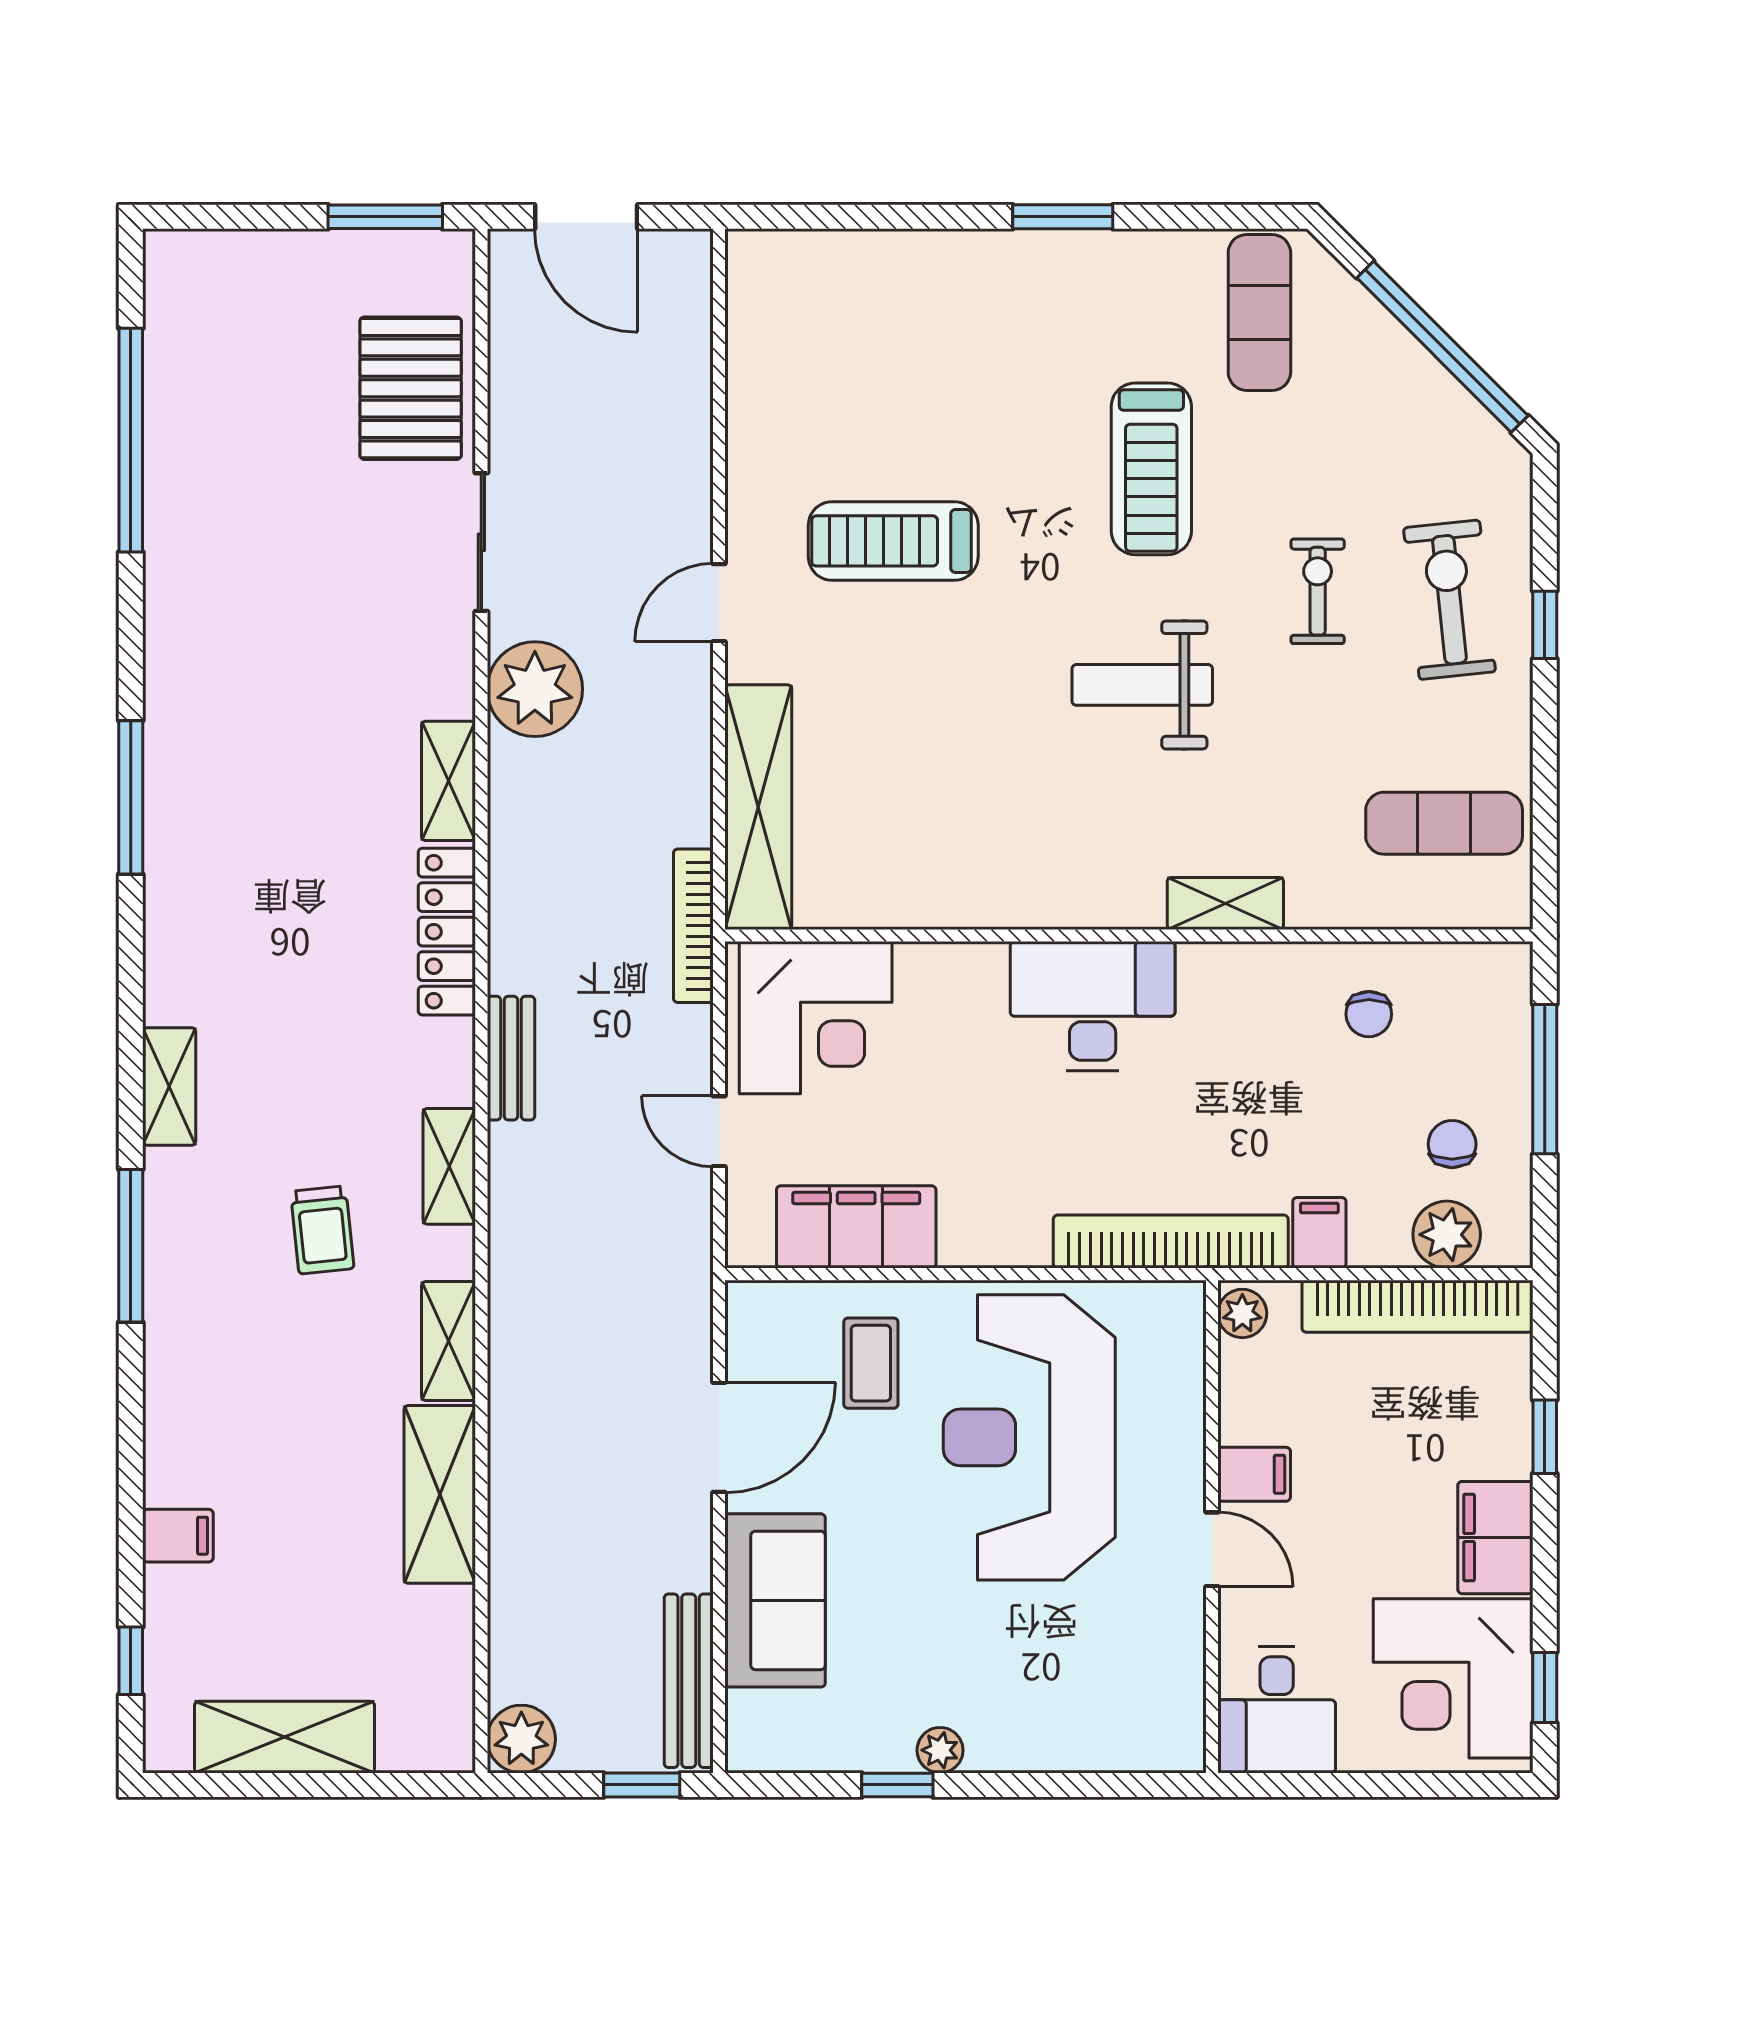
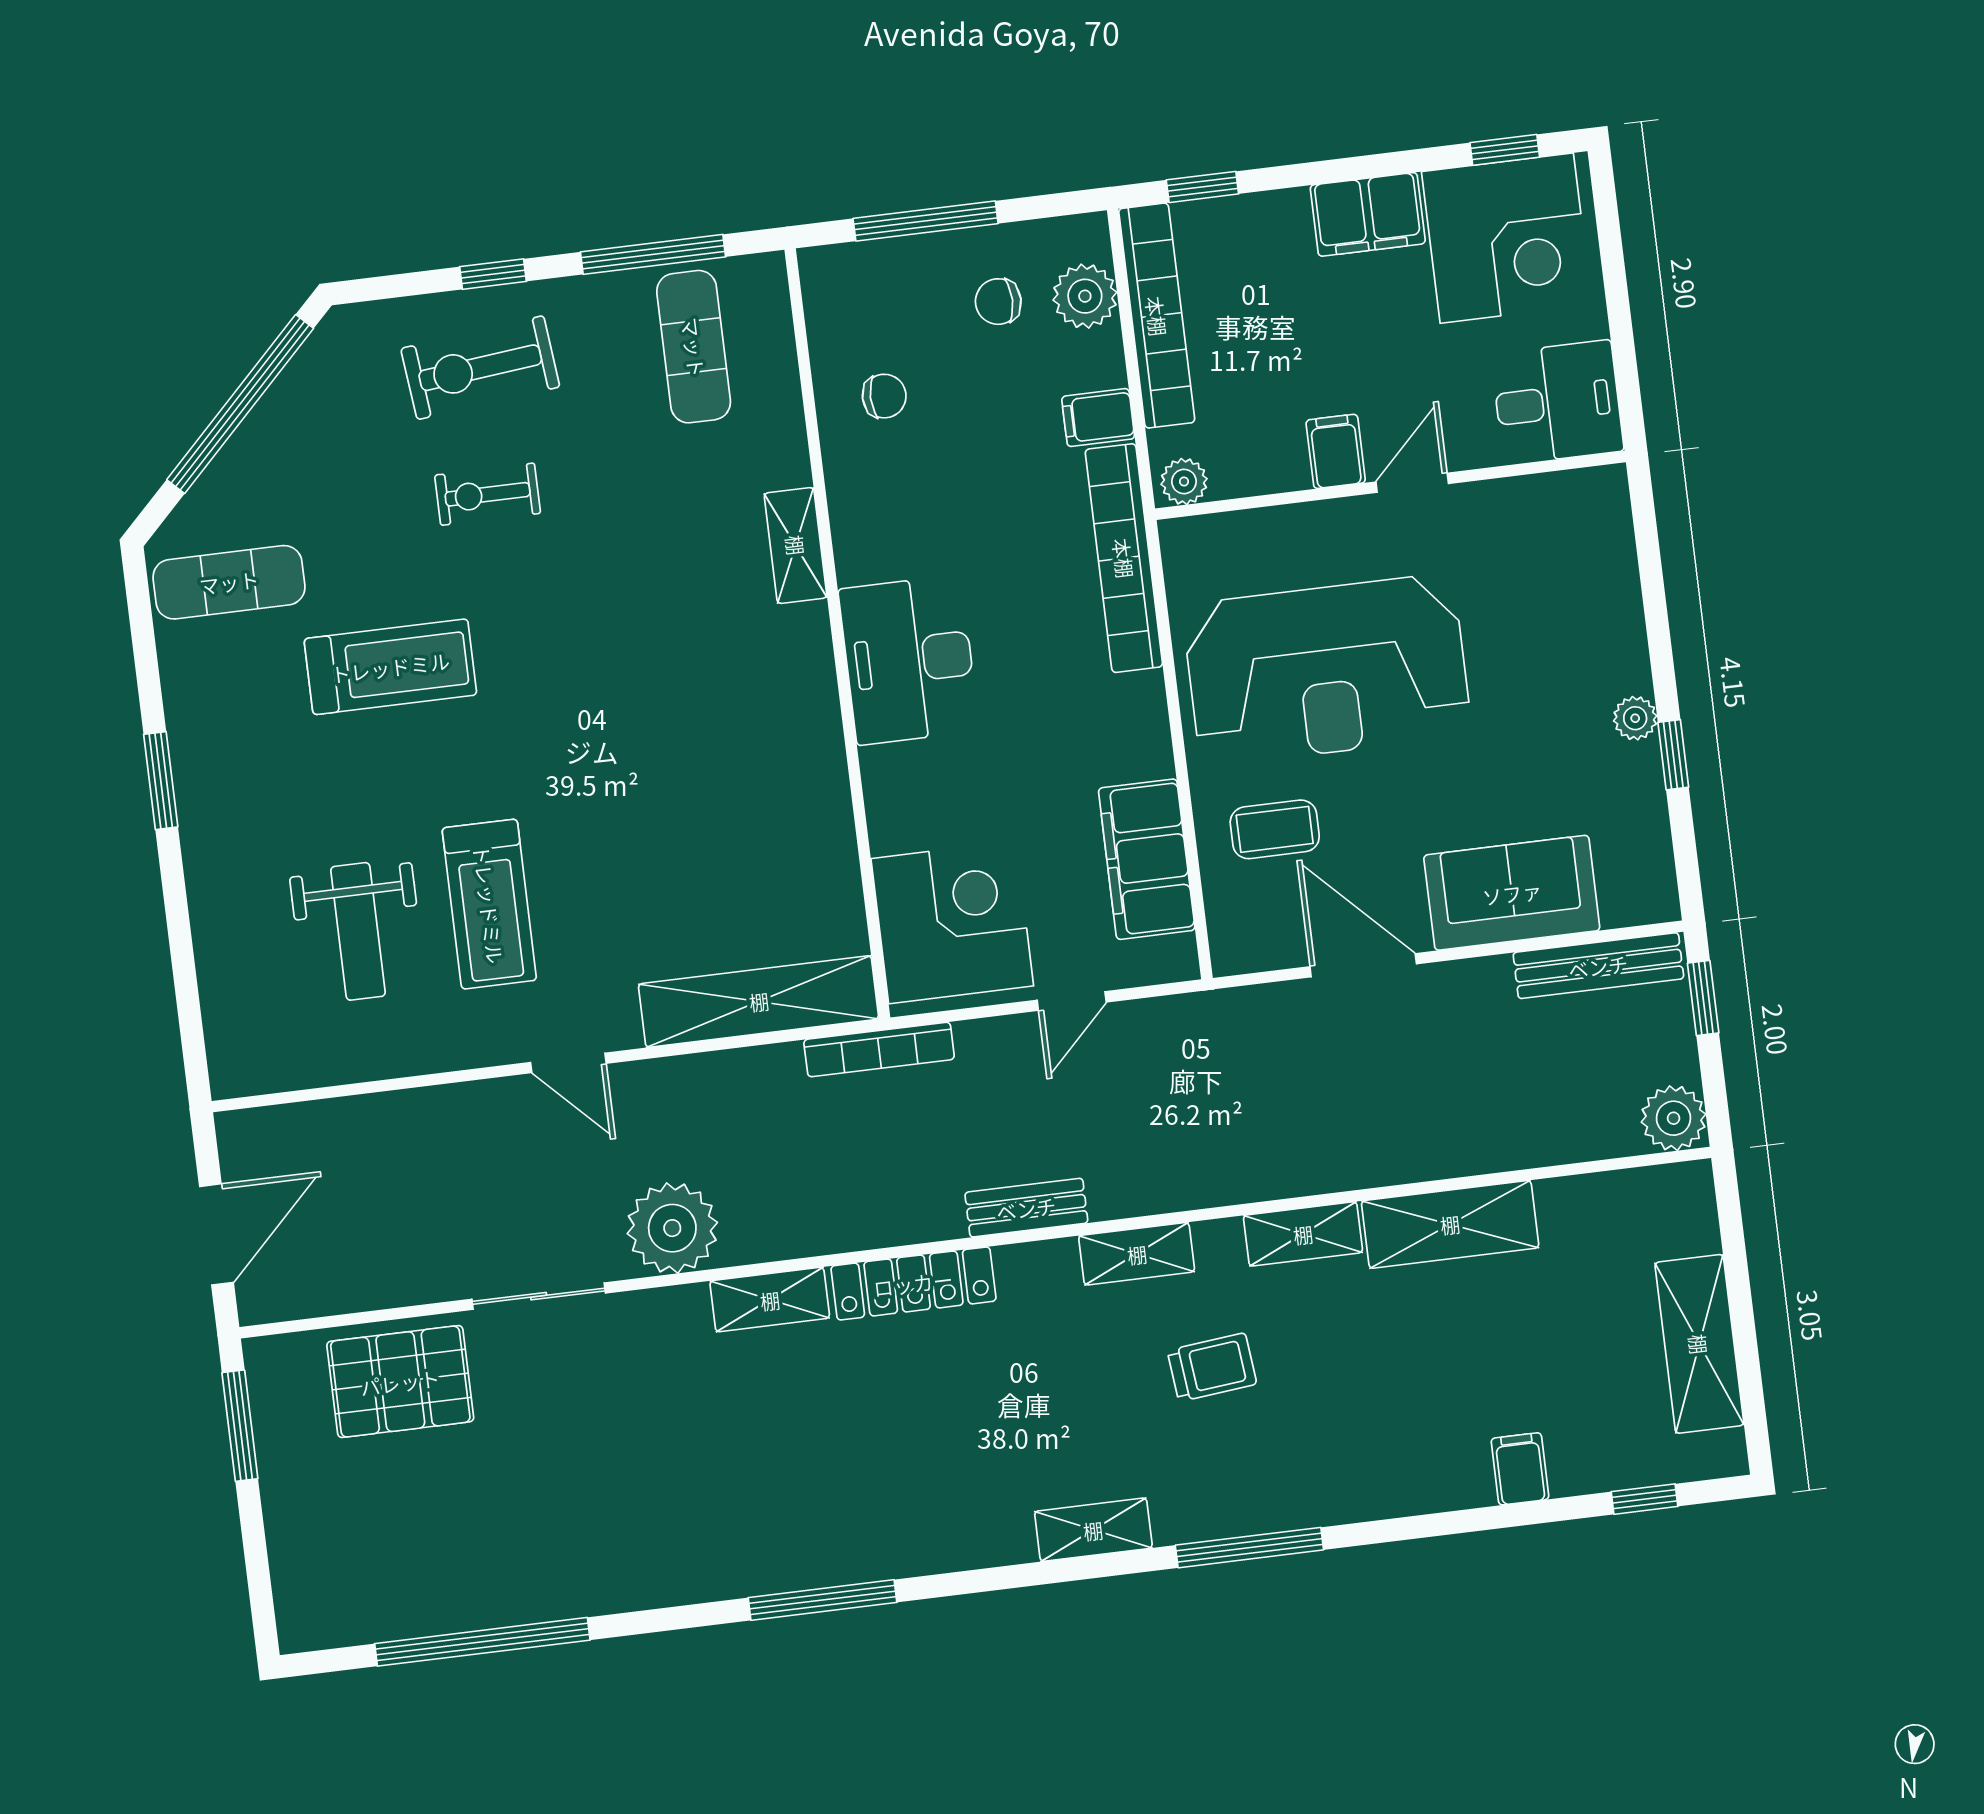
weight bench: (1142, 685) -> (358, 931), moved
window: (1545, 793) -> (653, 254), added
window: (1545, 1437) -> (1202, 187), moved

